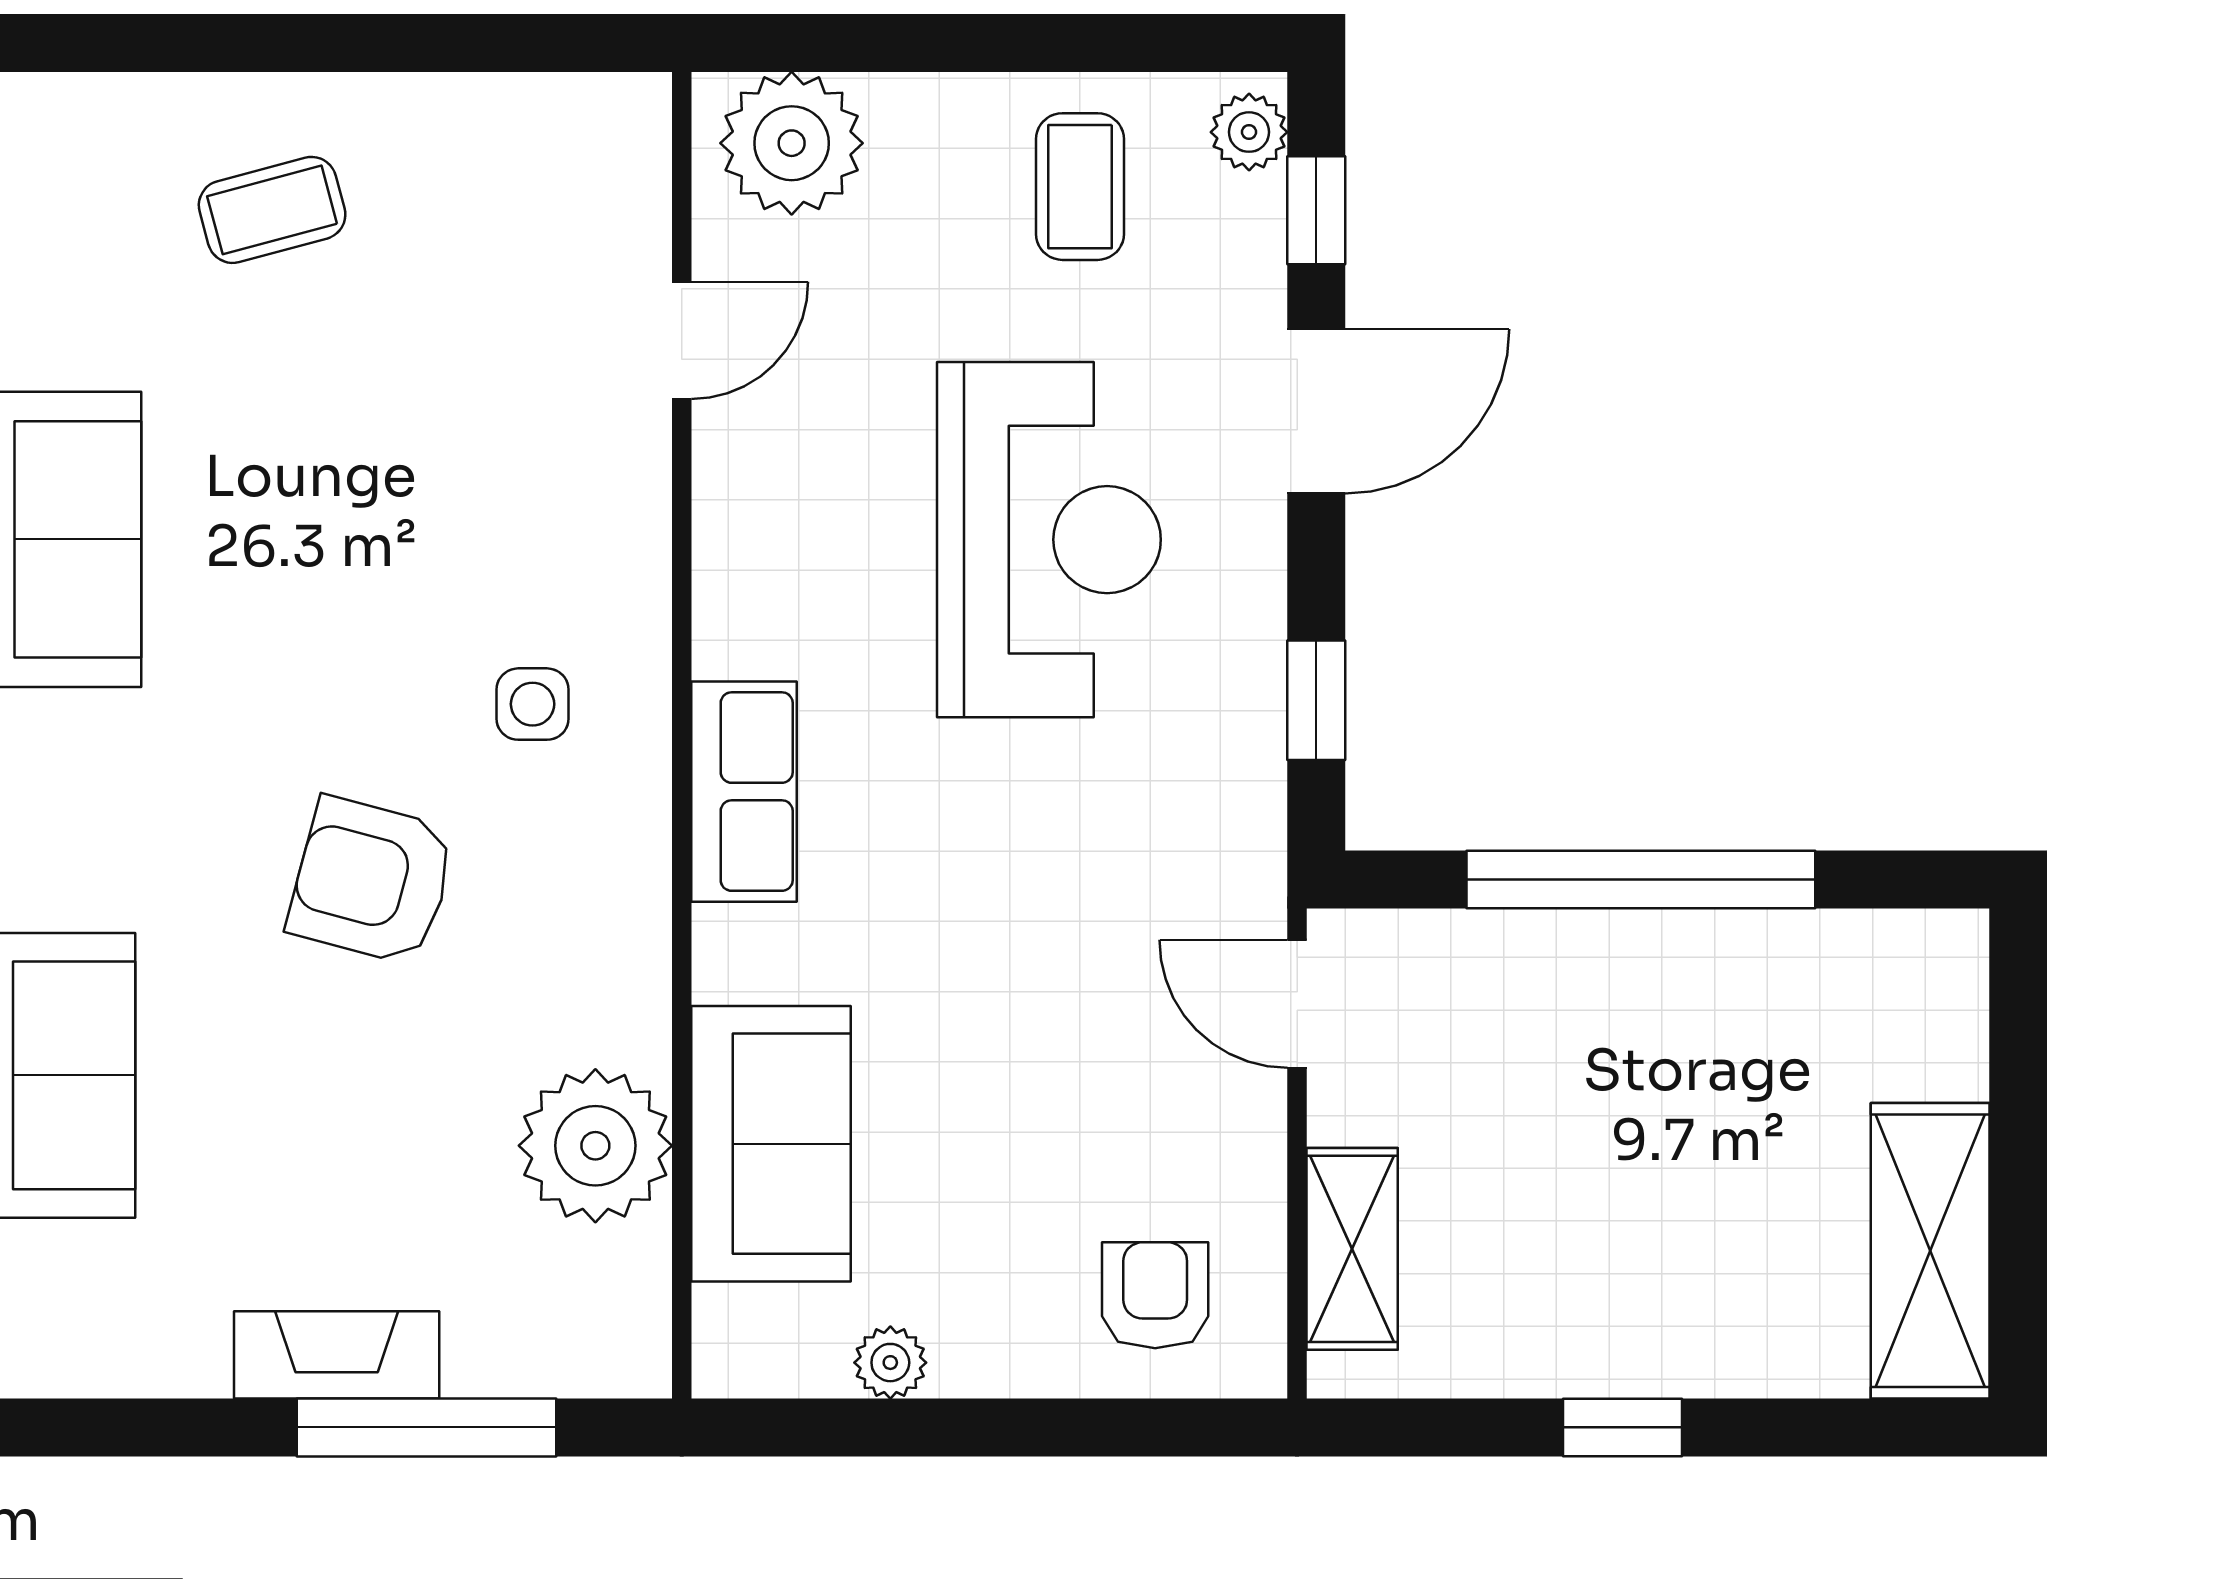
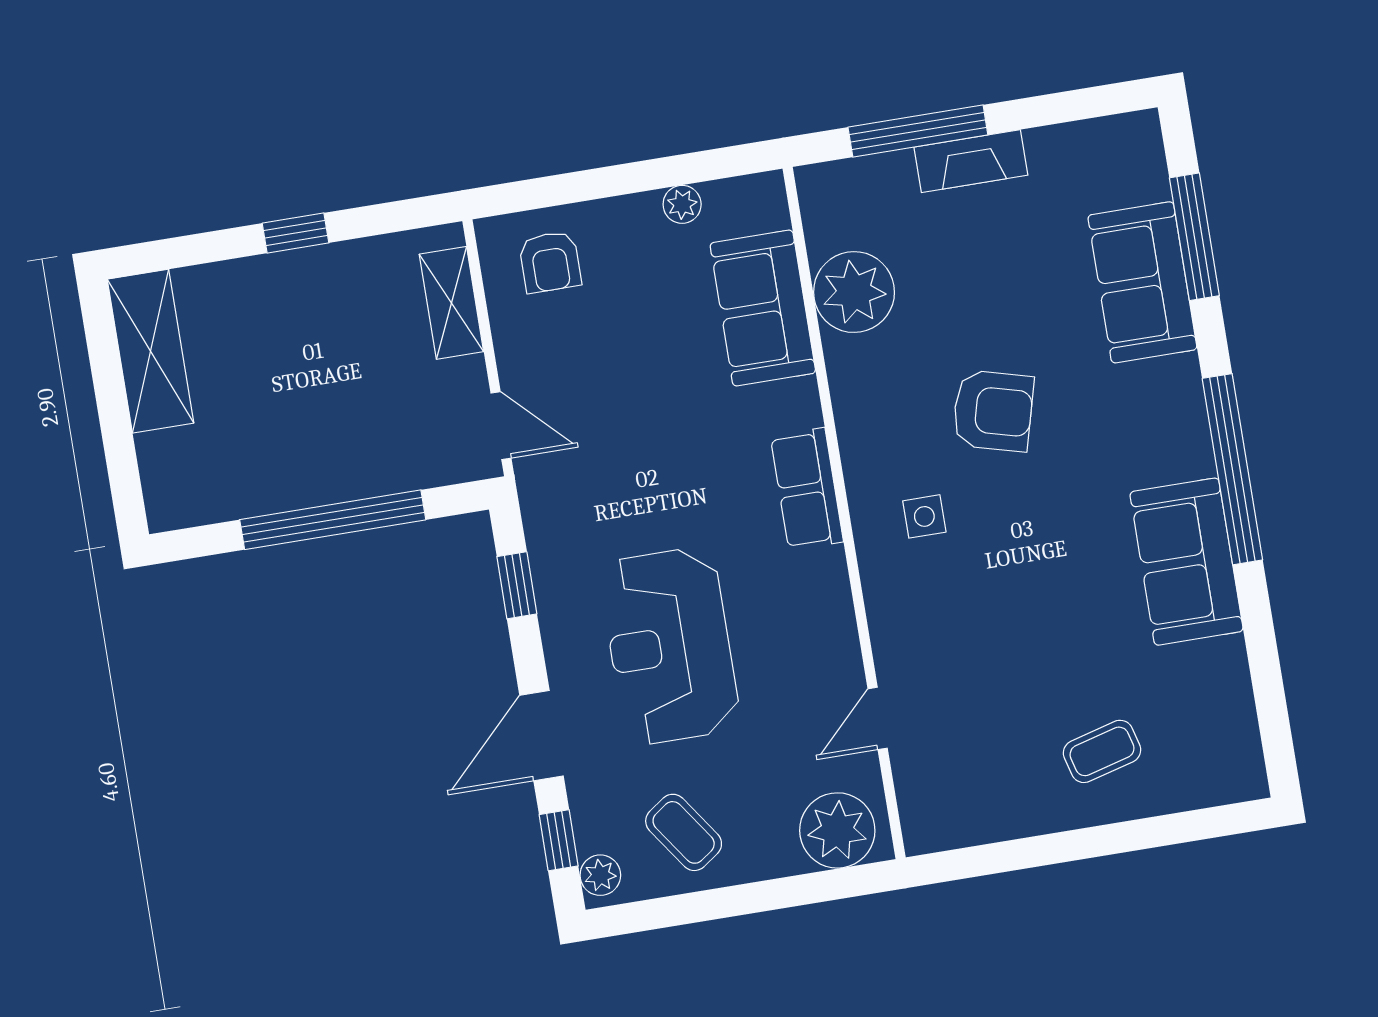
coffee table: (1080, 187) -> (684, 832), turned -35

